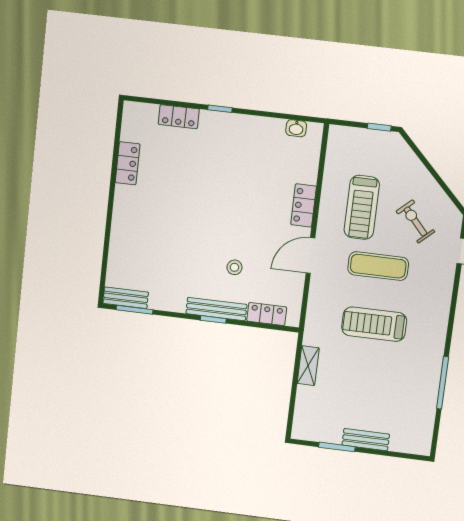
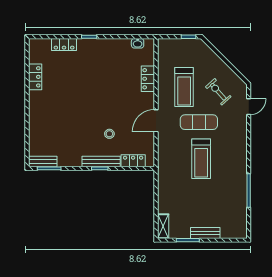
locker: (304, 205) -> (148, 79), moved
treadmill: (374, 324) -> (201, 159), turned -90
shelving: (308, 366) -> (163, 226), moved

